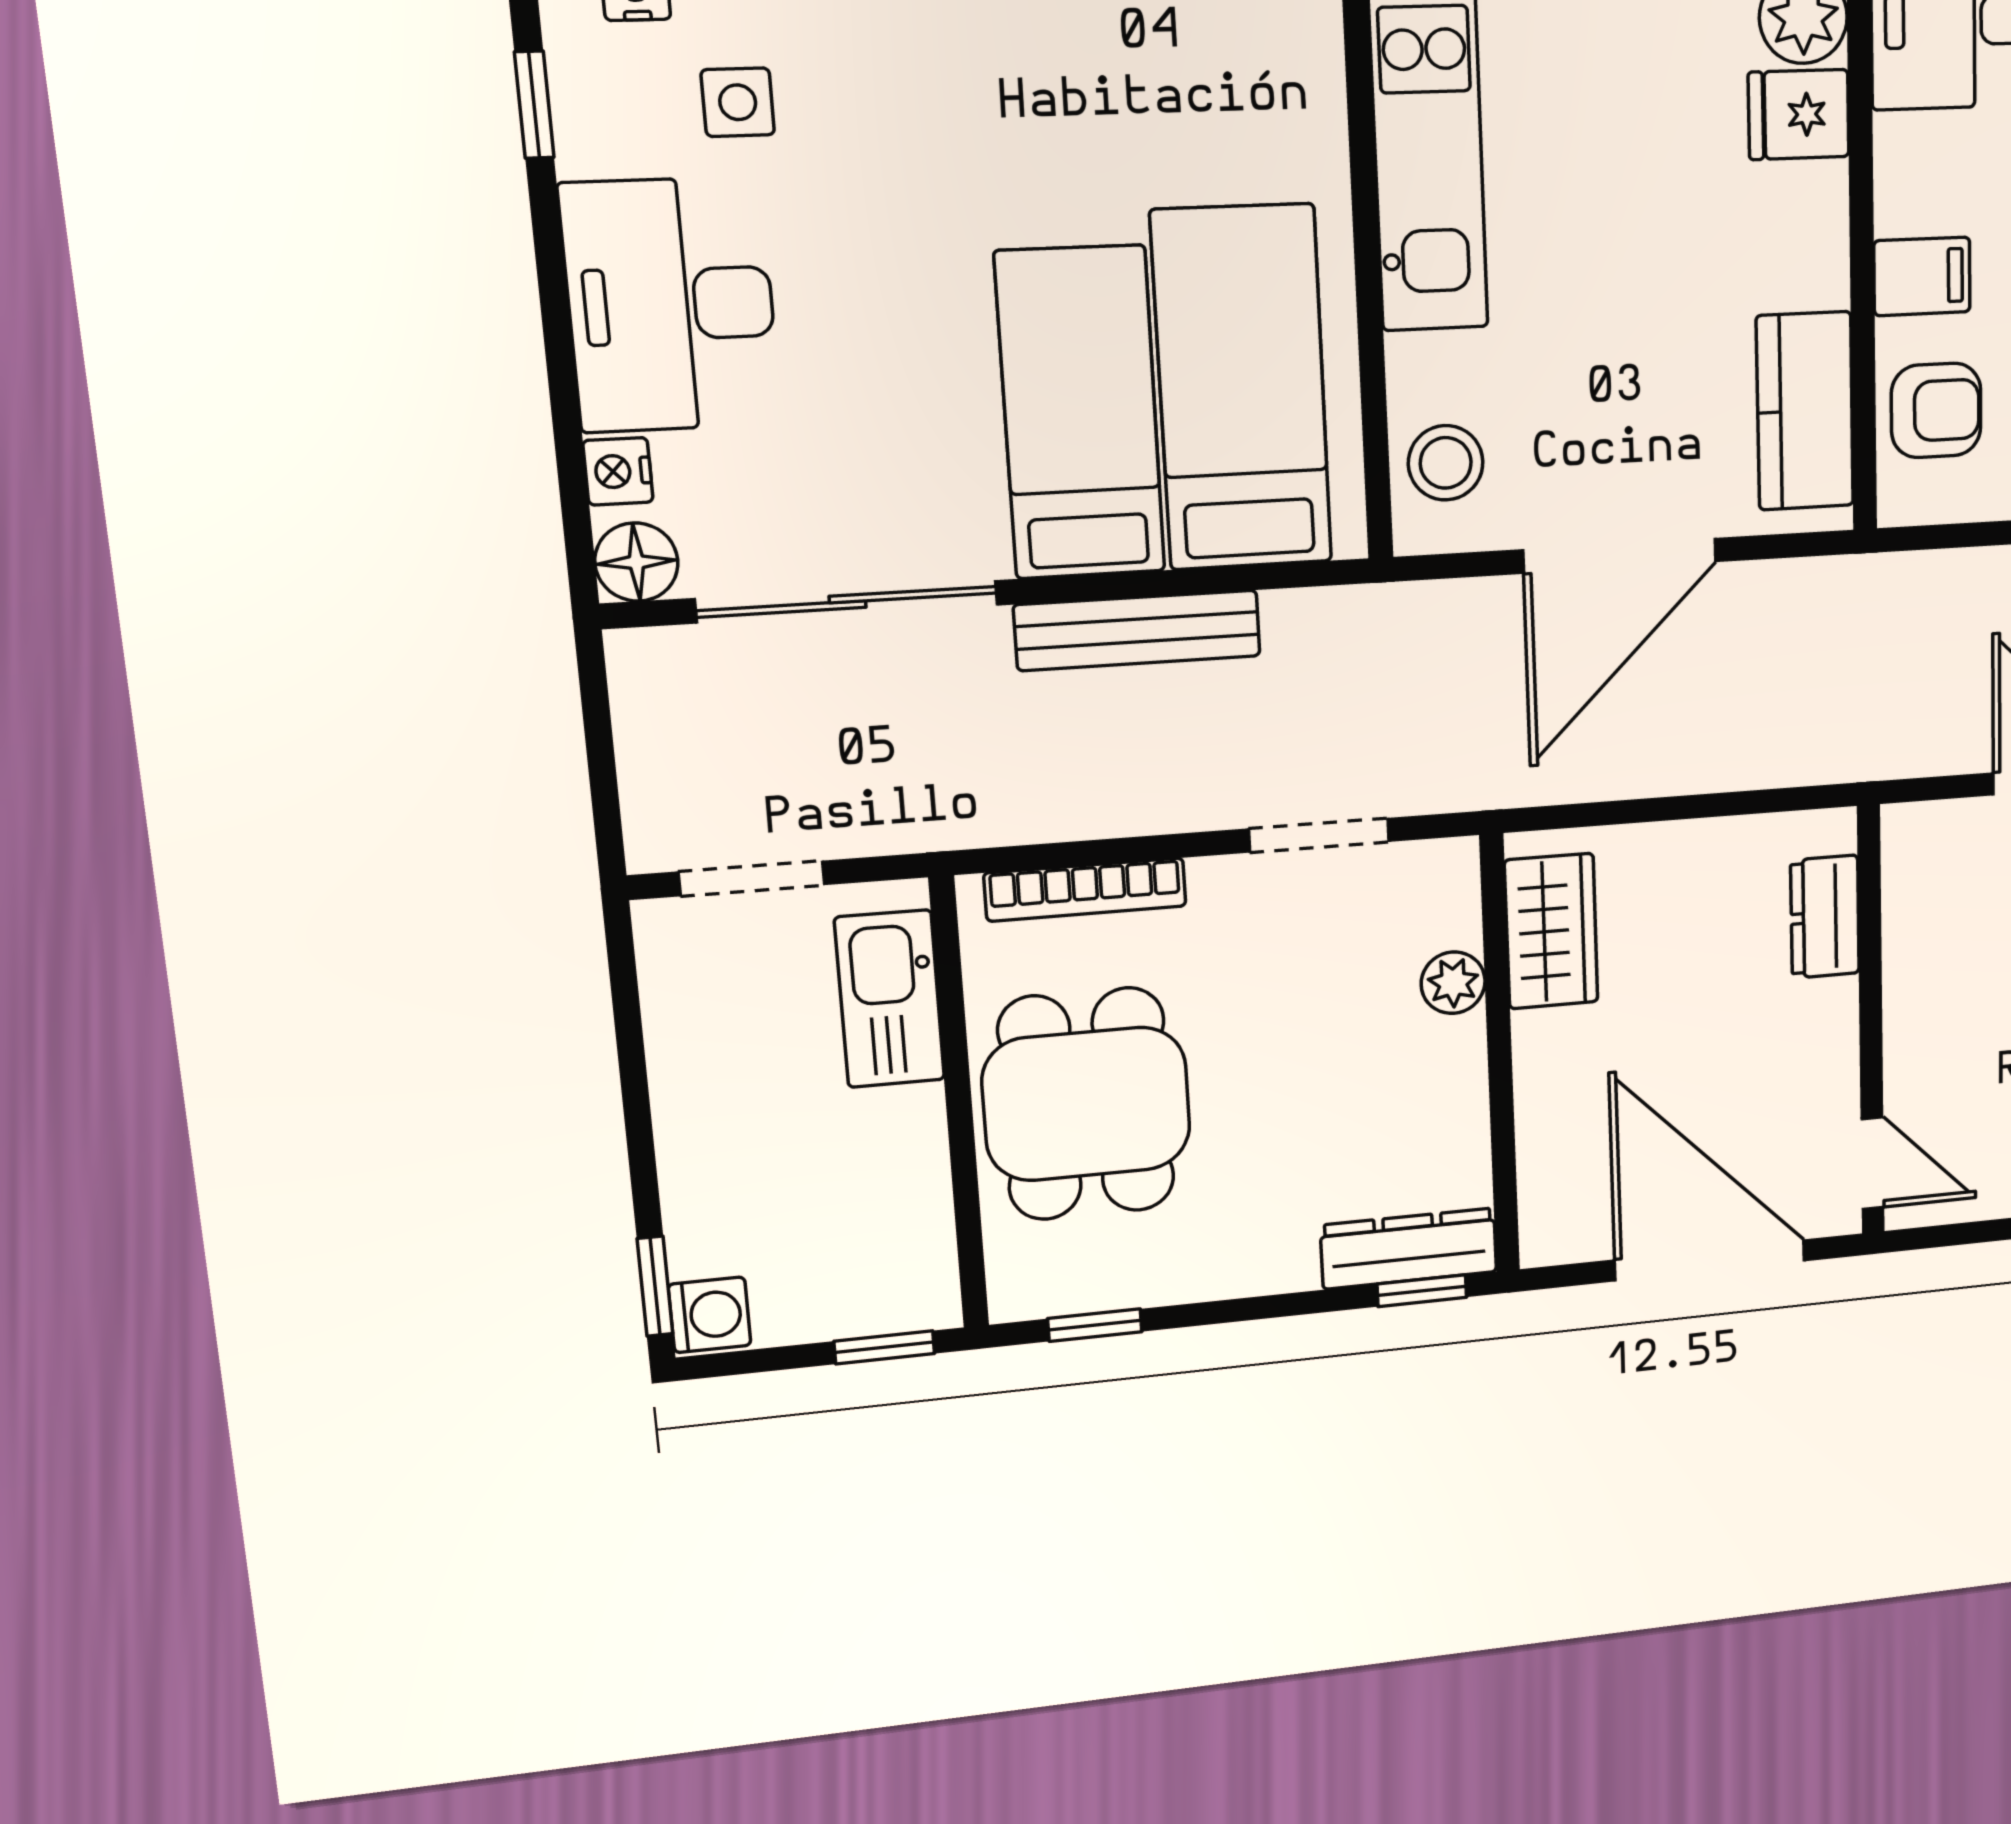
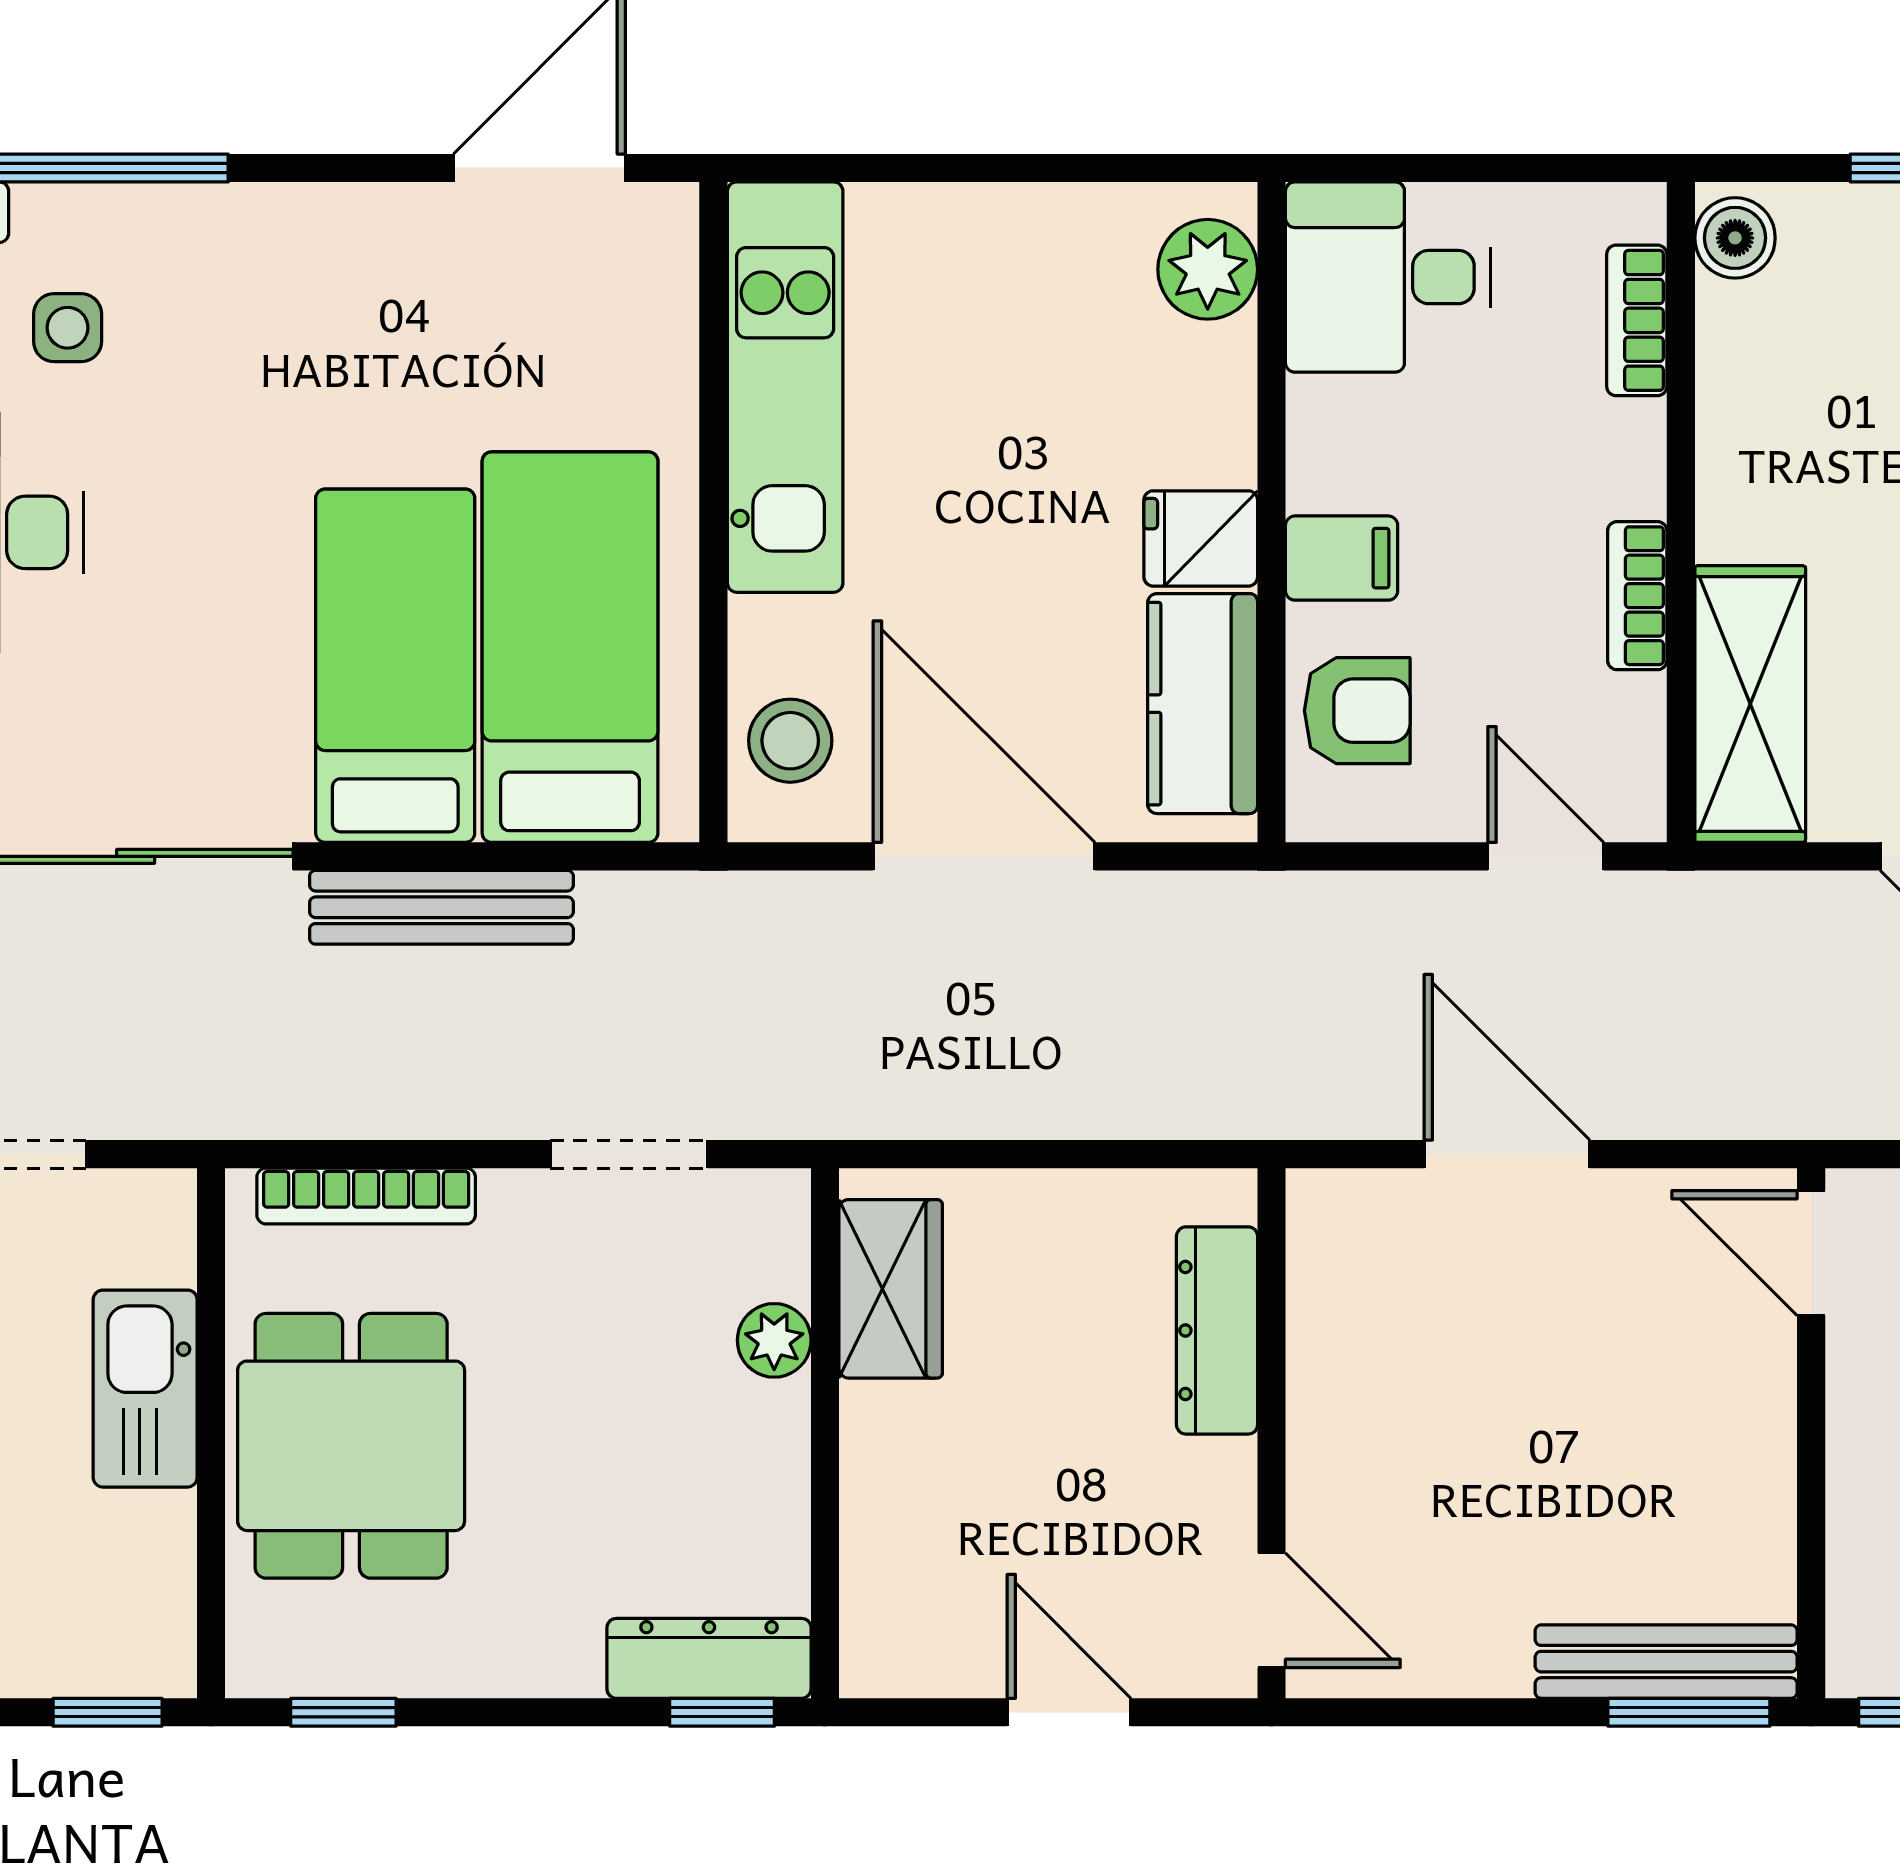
fridge: (1799, 115) -> (1201, 538), moved
door: (1620, 556) -> (984, 856), swing flipped
dresser: (1825, 917) -> (1217, 1330), width x1.44
kitchen sink: (890, 999) -> (145, 1389), moved
door: (1710, 1260) -> (1069, 1712), width x0.53

